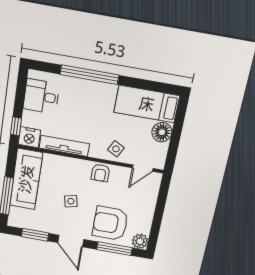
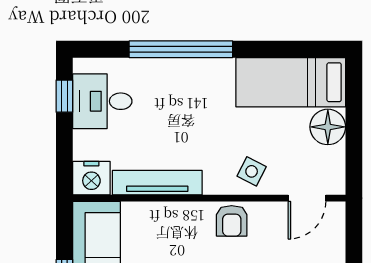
window: (16, 126) -> (64, 96), moved

